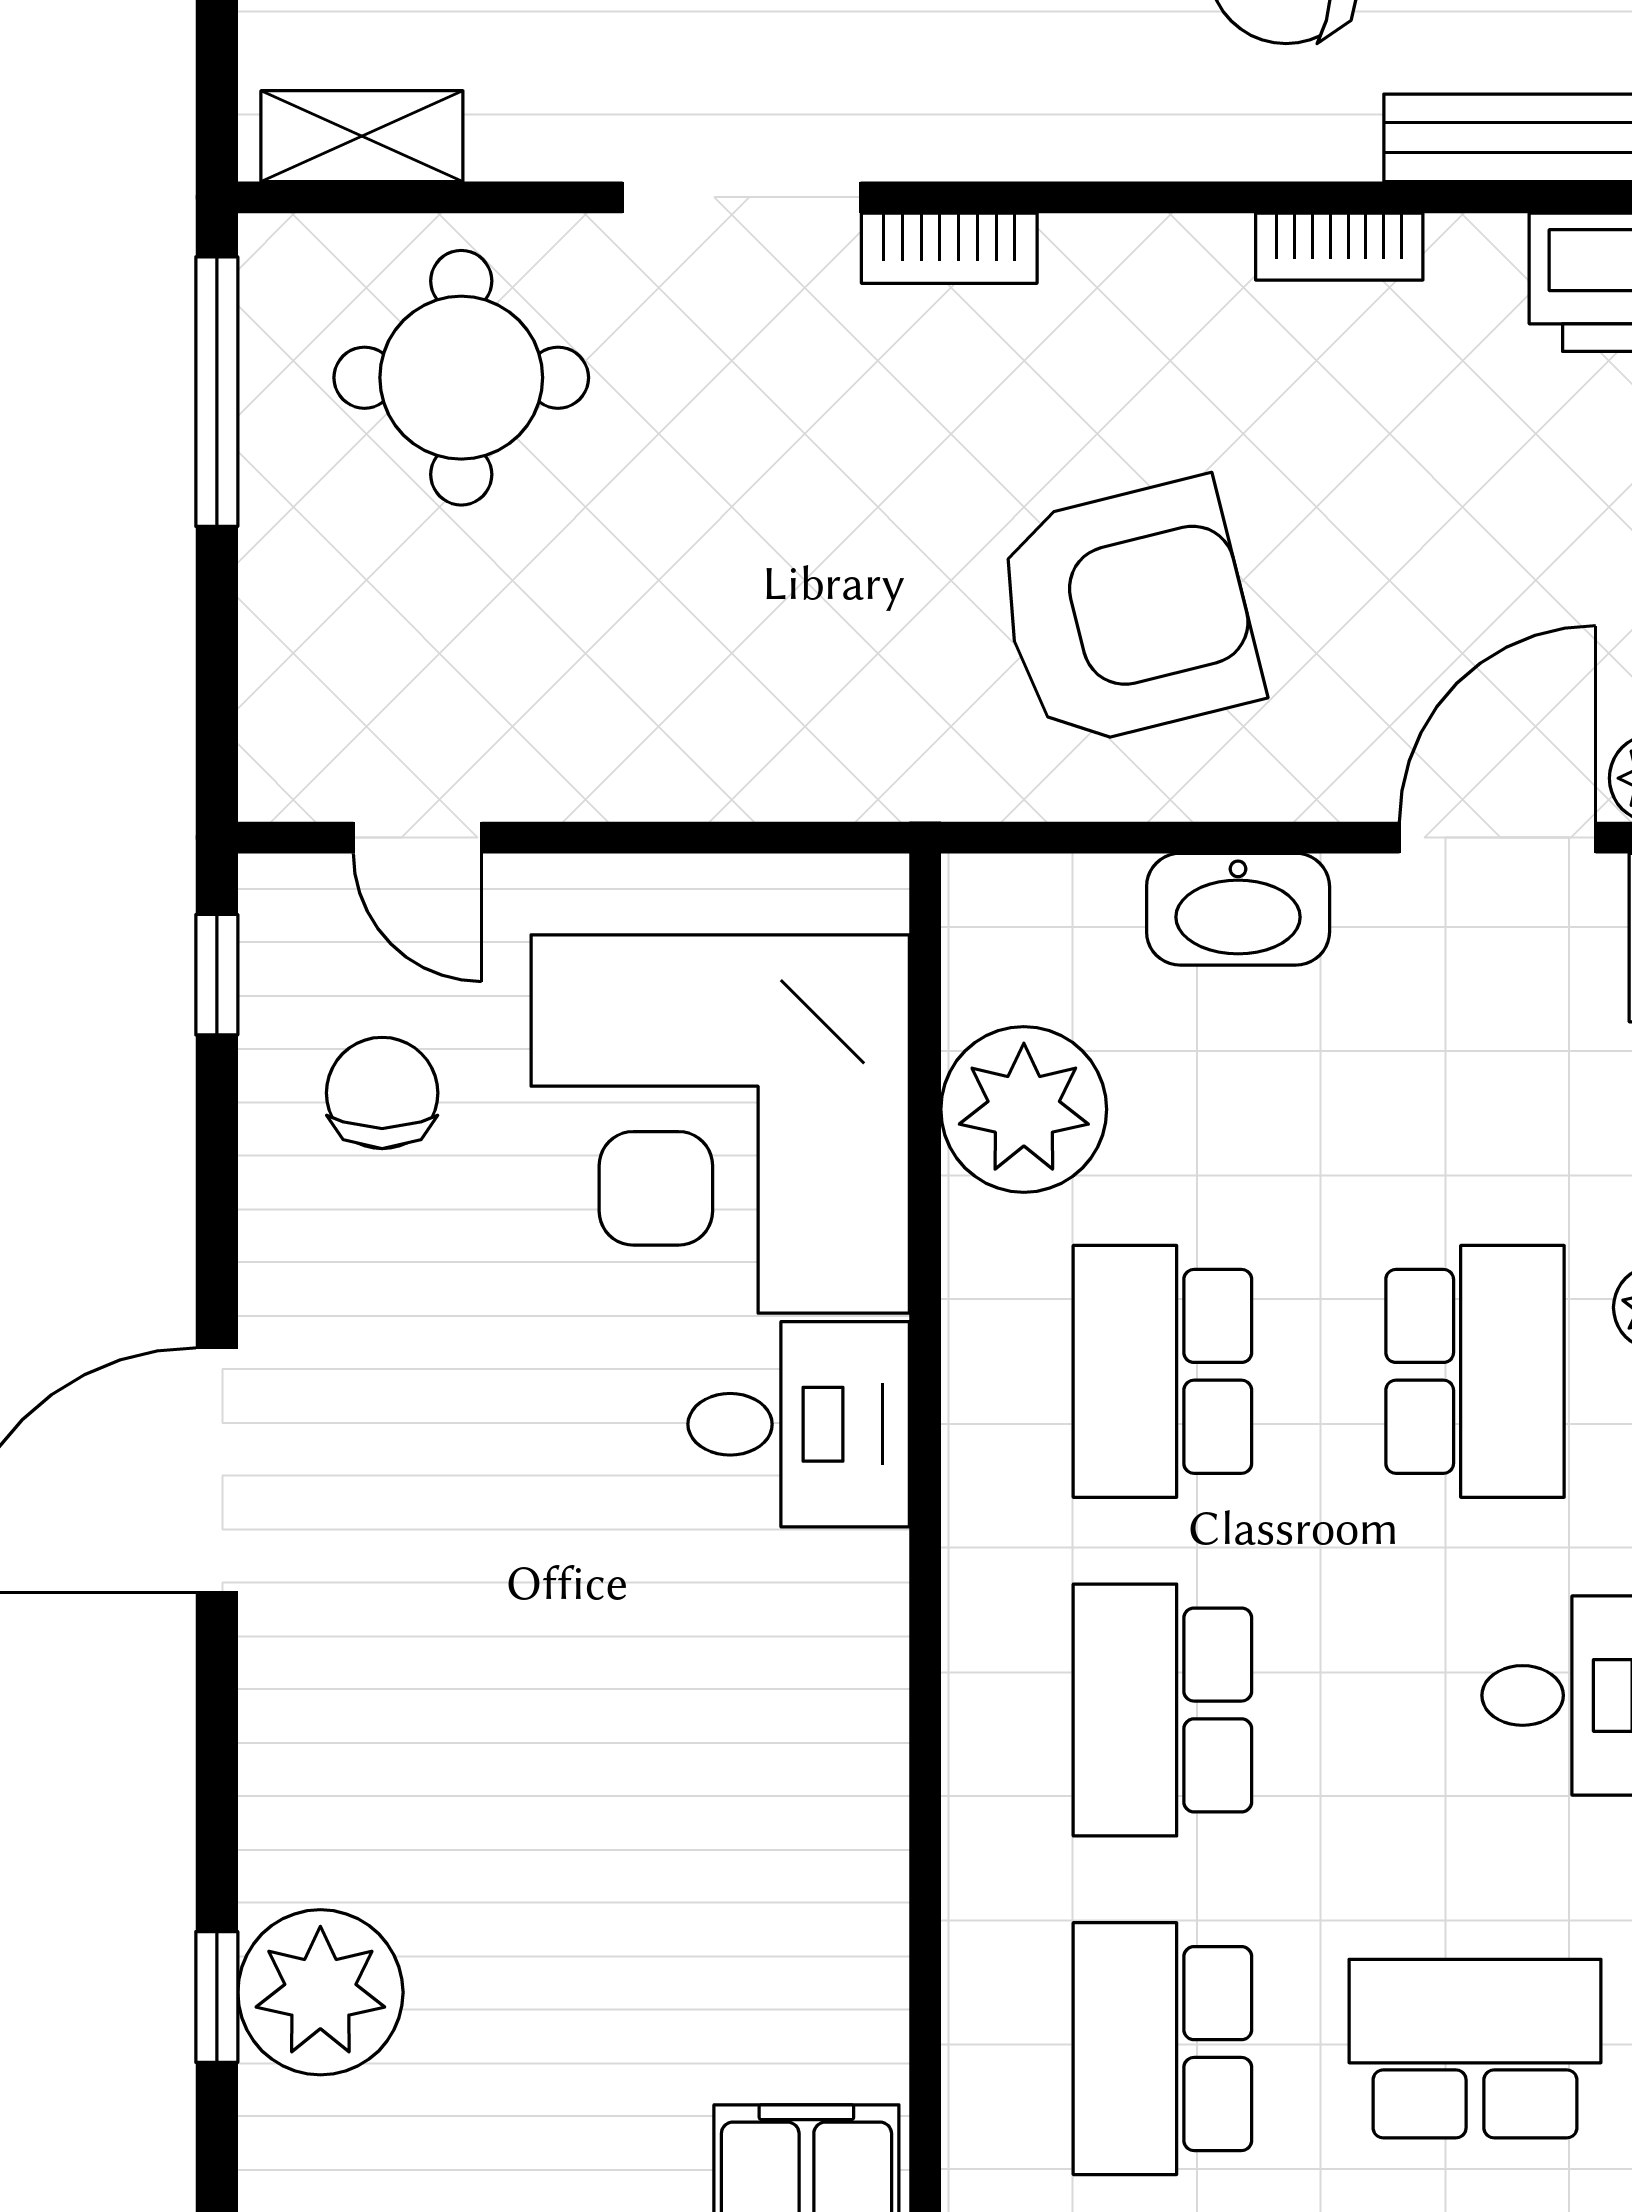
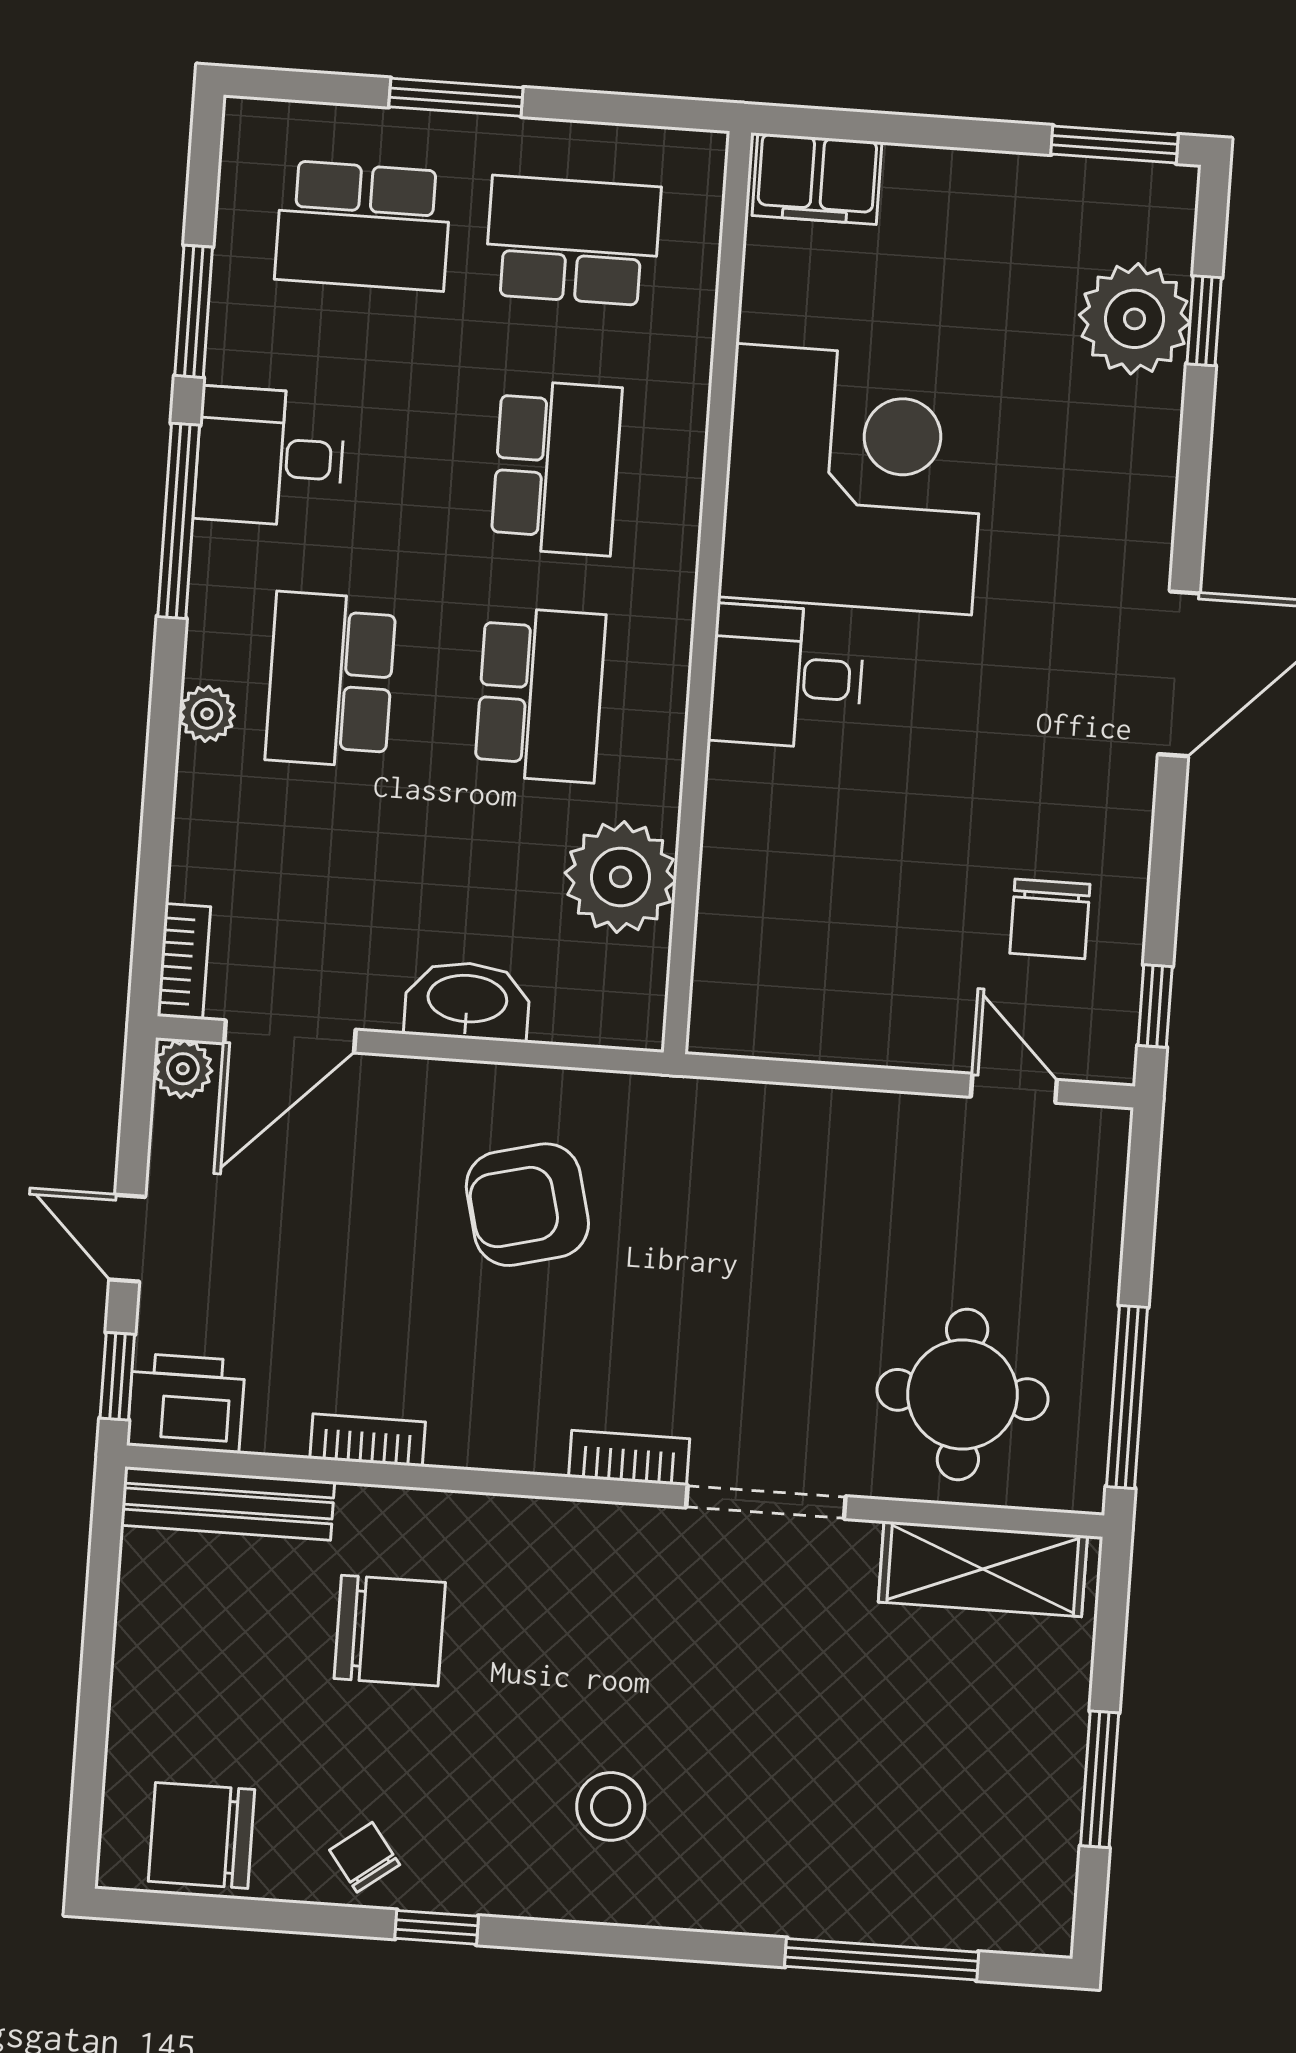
shelving: (362, 136) -> (983, 1569), width x1.50, depth x1.33
armchair: (1127, 613) -> (527, 1205), width x0.73, depth x0.73
corner desk: (720, 1124) -> (854, 479), moved
school desk: (1162, 2049) -> (573, 241), turned -90

